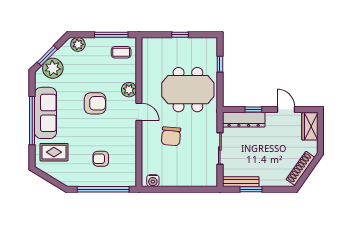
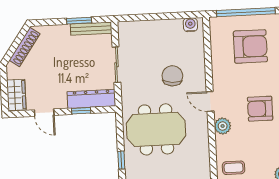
armchair: (101, 159) -> (250, 46), width x1.88, depth x1.88

